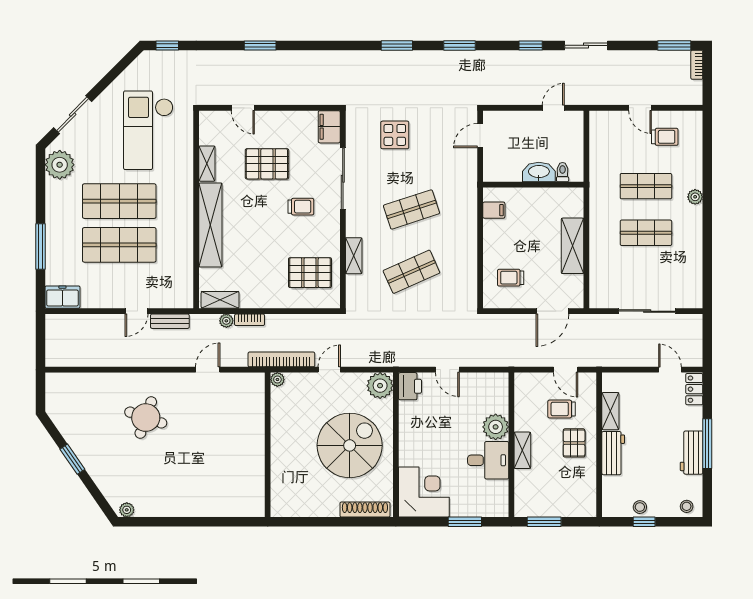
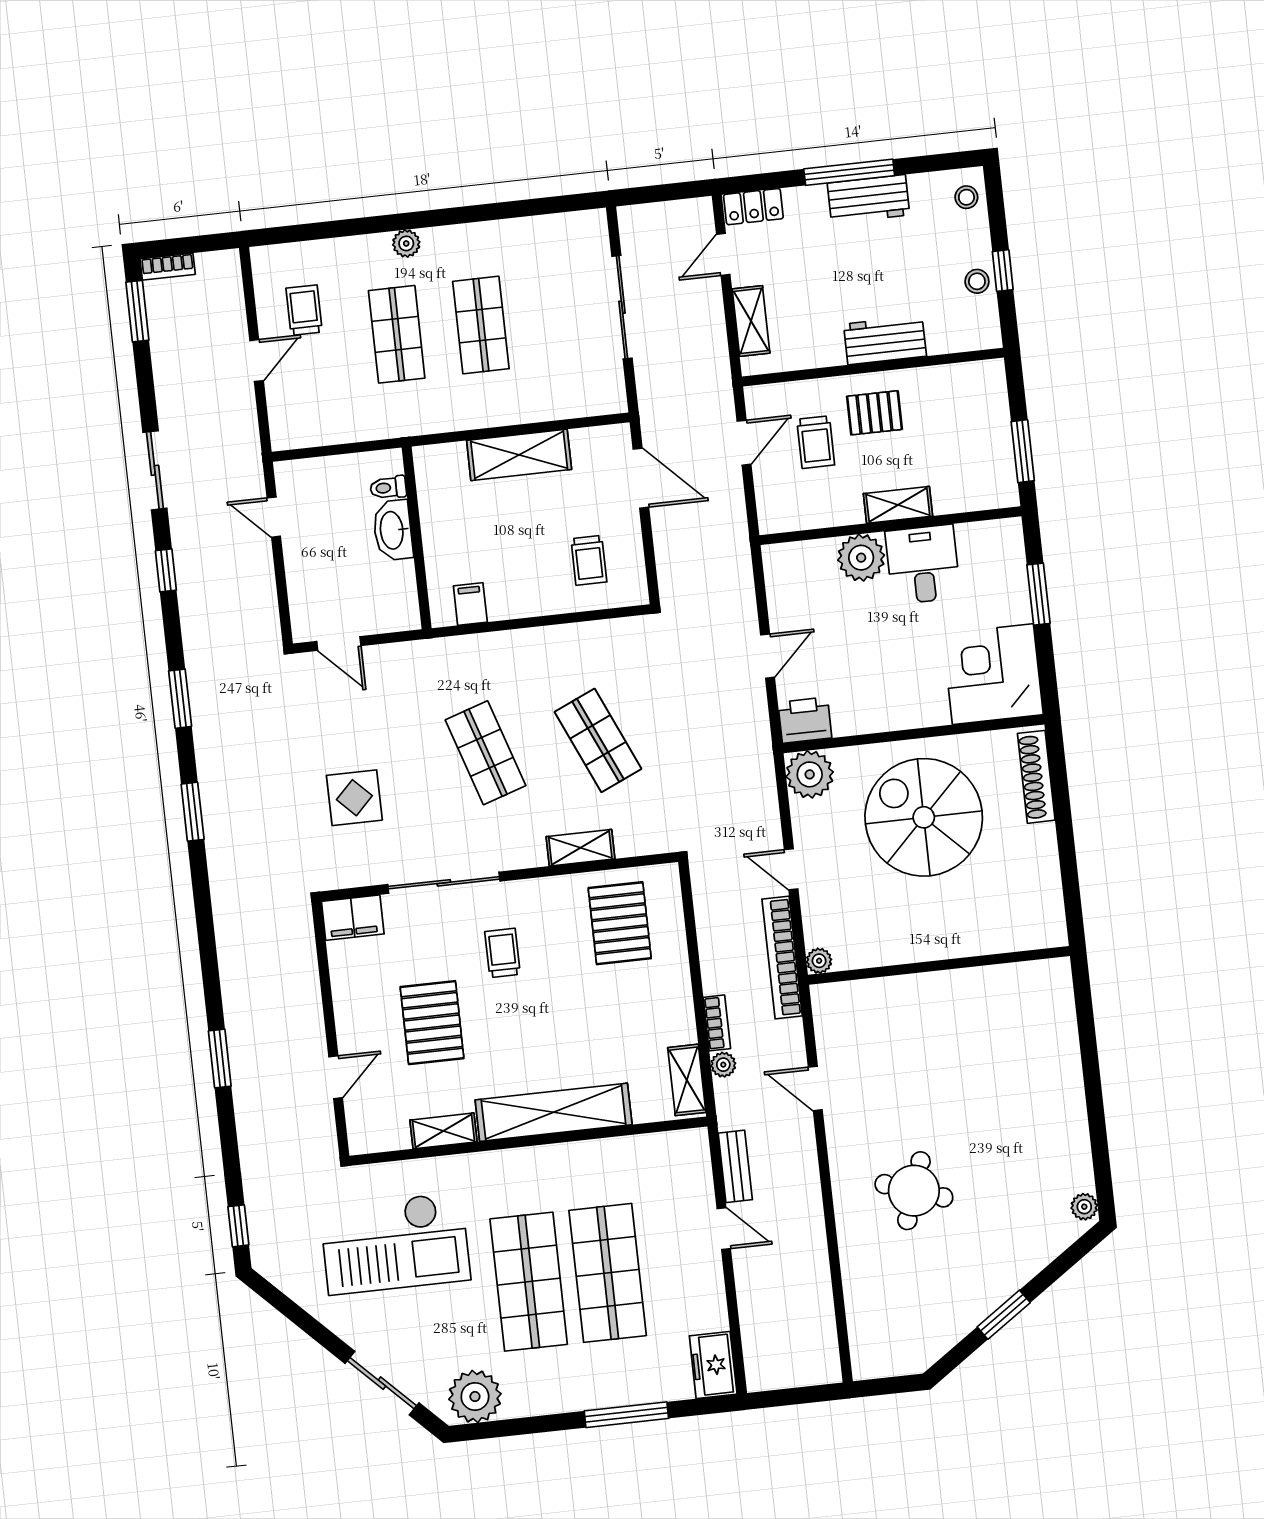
shelving: (610, 411) -> (751, 321), moved, turned 90

